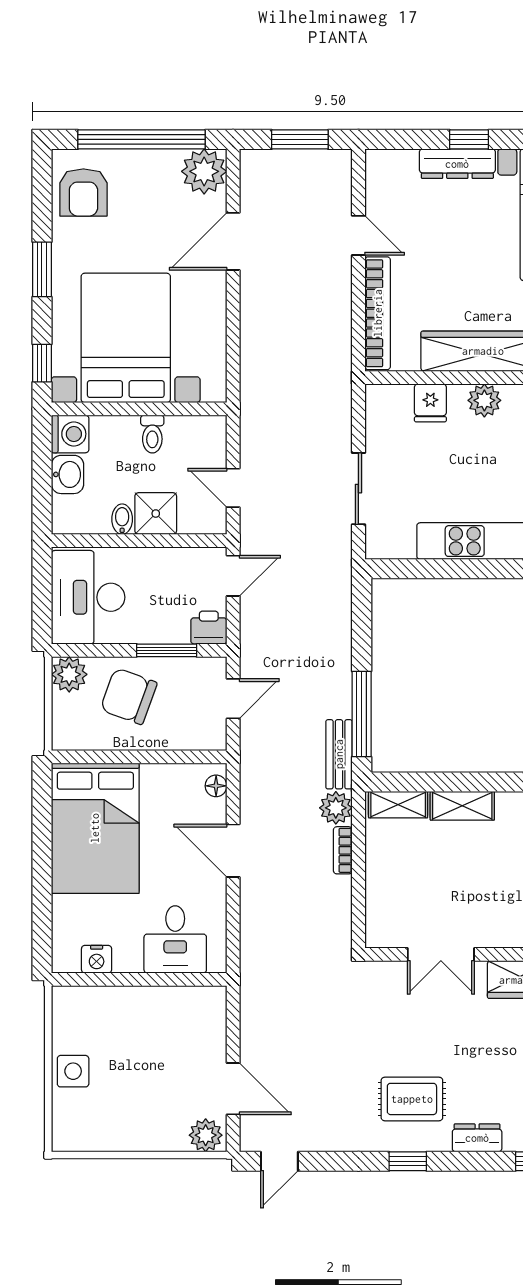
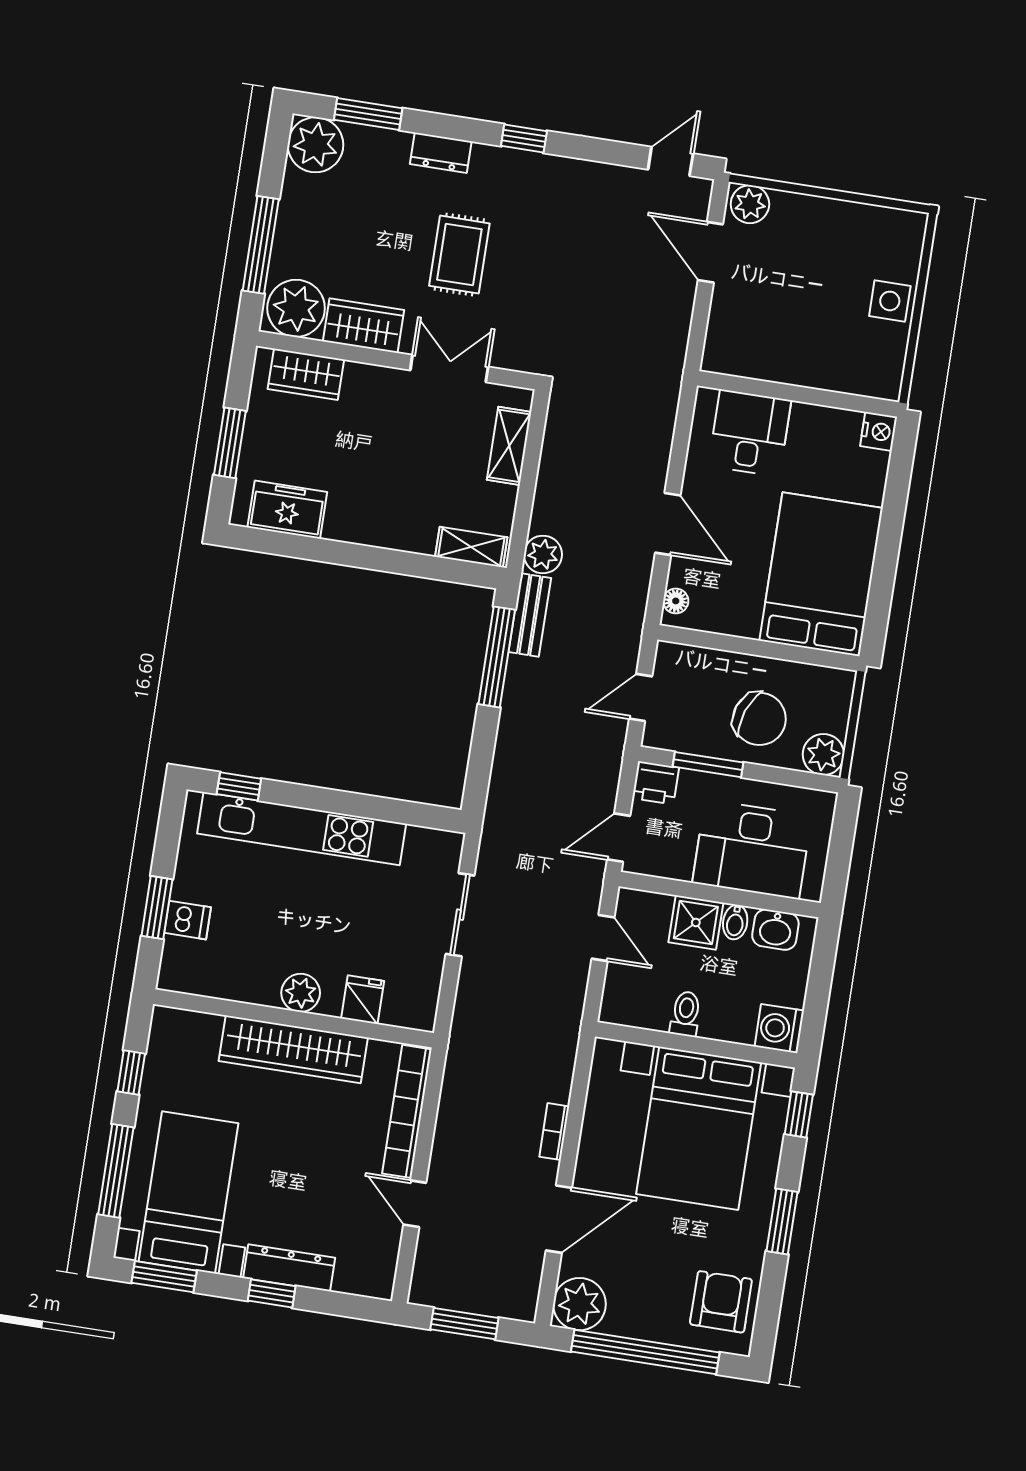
washbasin: (68, 474) -> (775, 930), moved, turned -90
desk: (88, 597) -> (752, 849), moved, turned 90
shelving: (462, 806) -> (509, 446), moved, turned 90
bookcase: (343, 850) -> (554, 1132), moved, turned 180
nightstand: (97, 959) -> (879, 431), moved, turned 90
rug: (412, 1099) -> (459, 255), moved, turned 90

